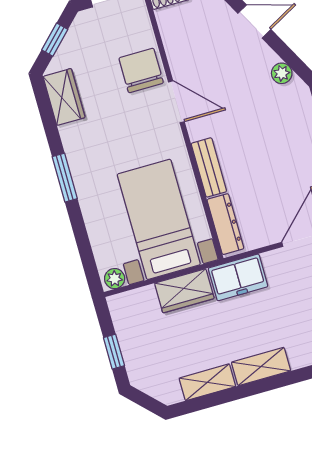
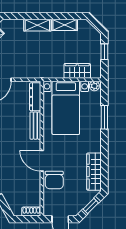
wardrobe: (64, 97) -> (94, 172), width x1.50
window: (65, 178) -> (104, 117), moved
freezer: (238, 277) -> (36, 70), removed
wardrobe: (184, 291) -> (77, 71), moved

